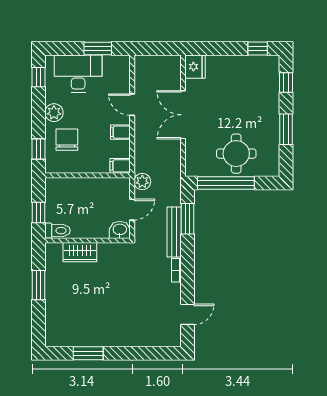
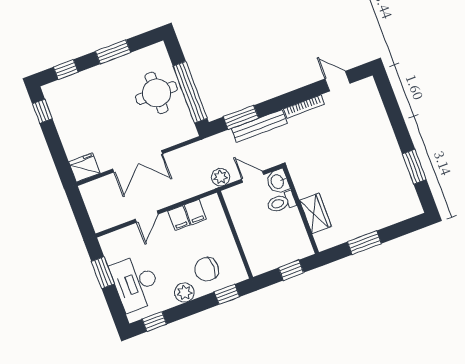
filing cabinet: (120, 166) -> (195, 212), moved
toilet: (57, 231) -> (281, 202), moved, turned -90
bookcase: (176, 270) -> (304, 107), width x1.56

